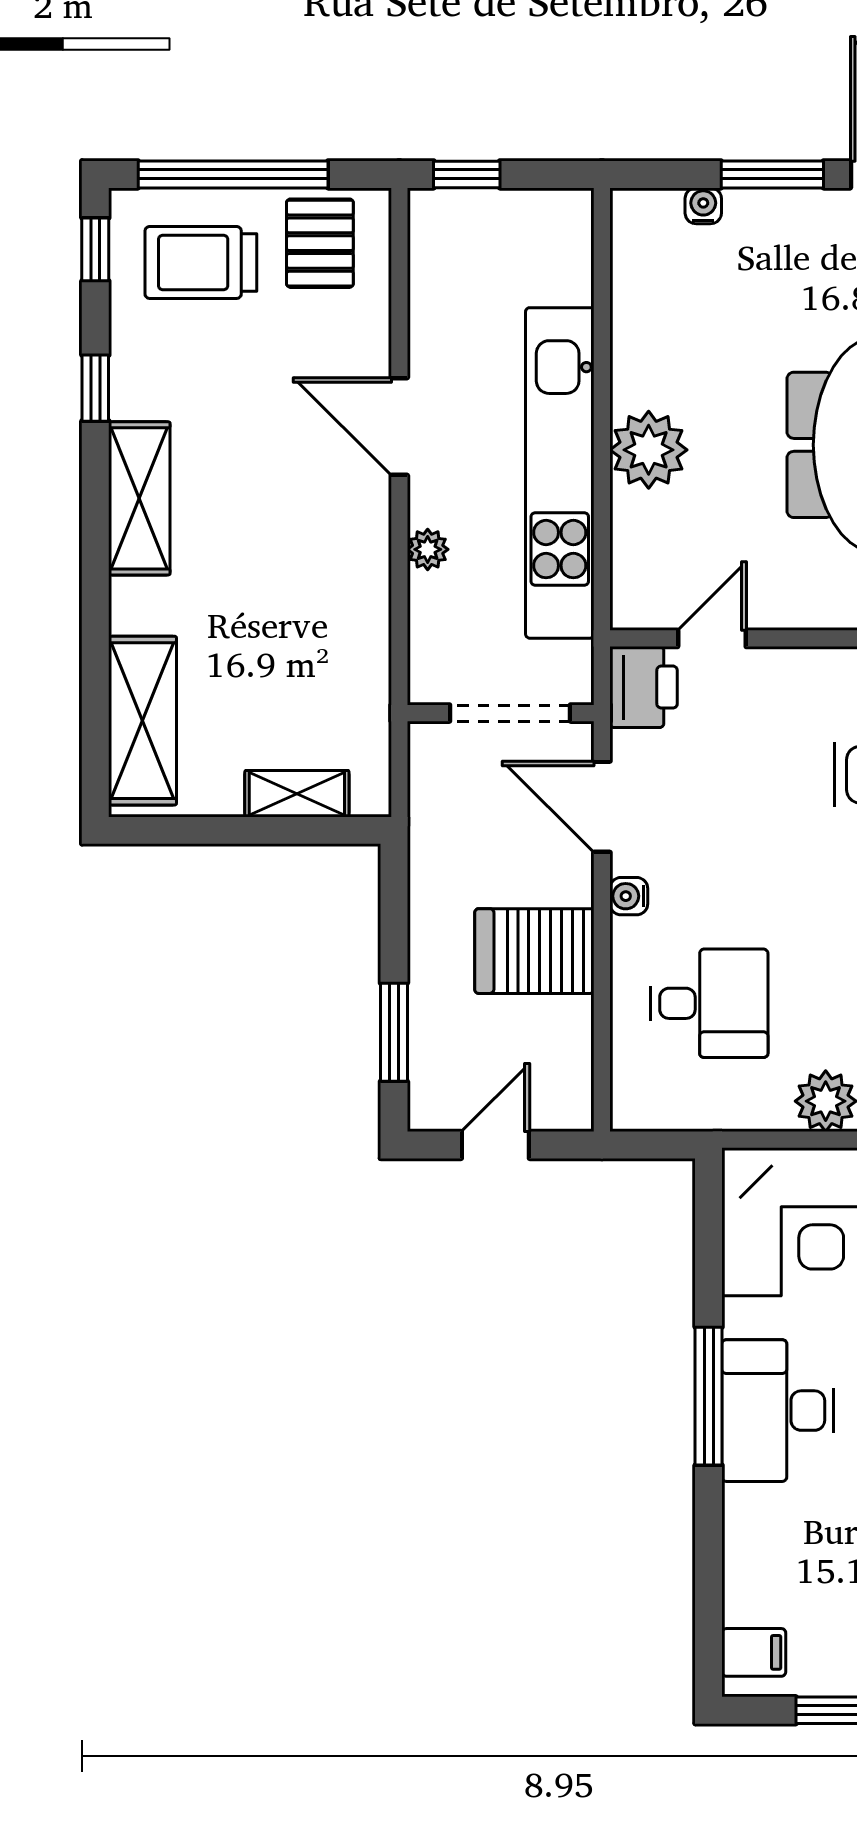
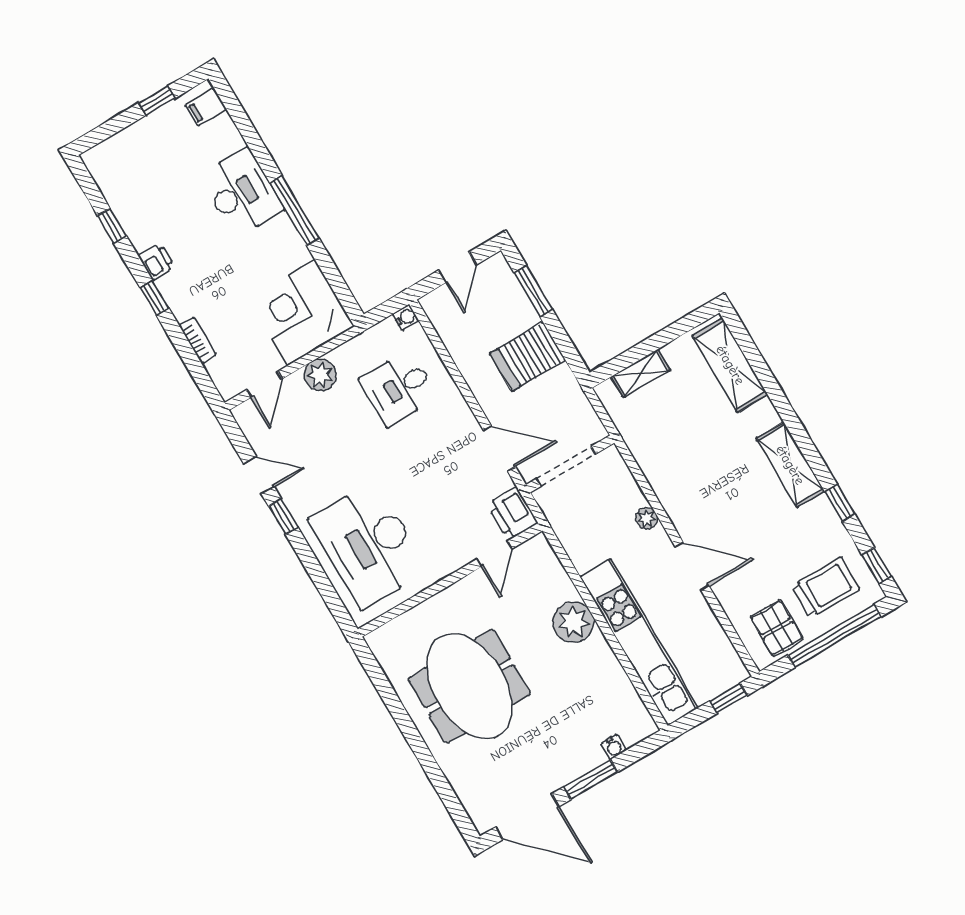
kitchen unit: (560, 473) -> (639, 642), moved
water cooler: (629, 896) -> (406, 317), moved
server rack: (534, 951) -> (528, 357), moved, turned 180
desk: (778, 1411) -> (242, 193), moved

